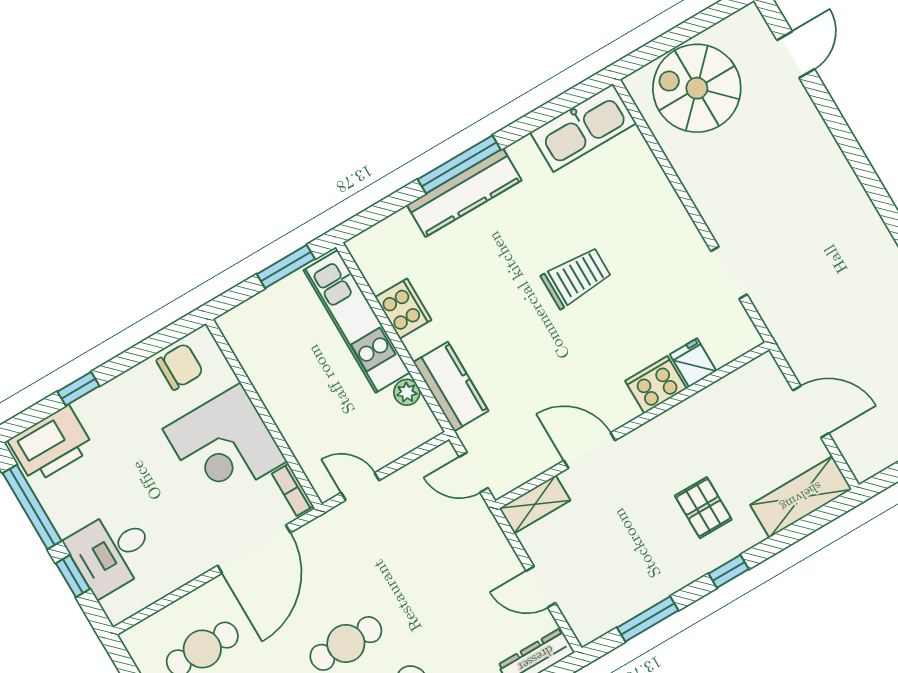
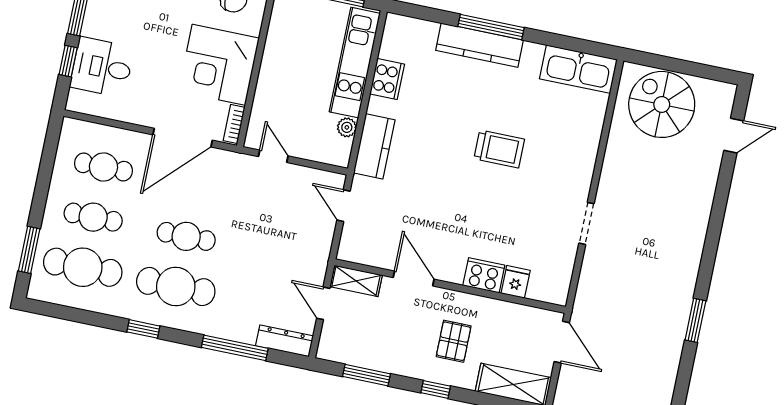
fridge: (693, 363) -> (516, 282), moved
cooker: (656, 385) -> (484, 275), moved
wall: (632, 425) -> (450, 286), moved
door: (589, 450) -> (414, 278), moved
shelving: (535, 504) -> (356, 281), moved

